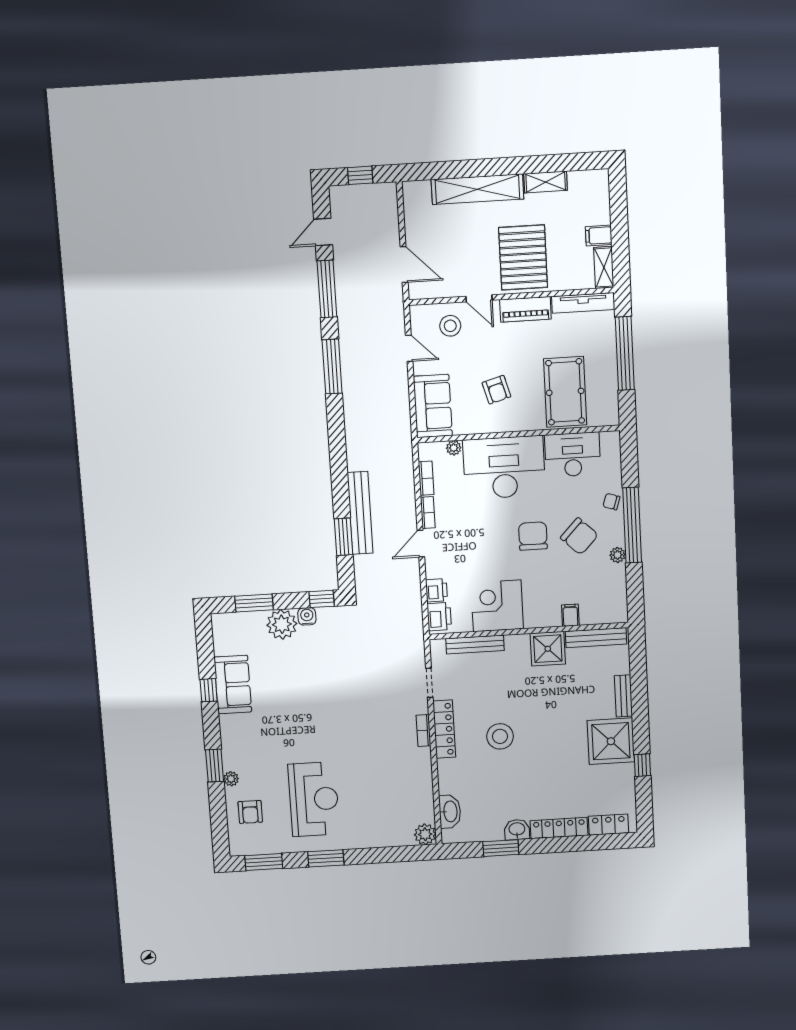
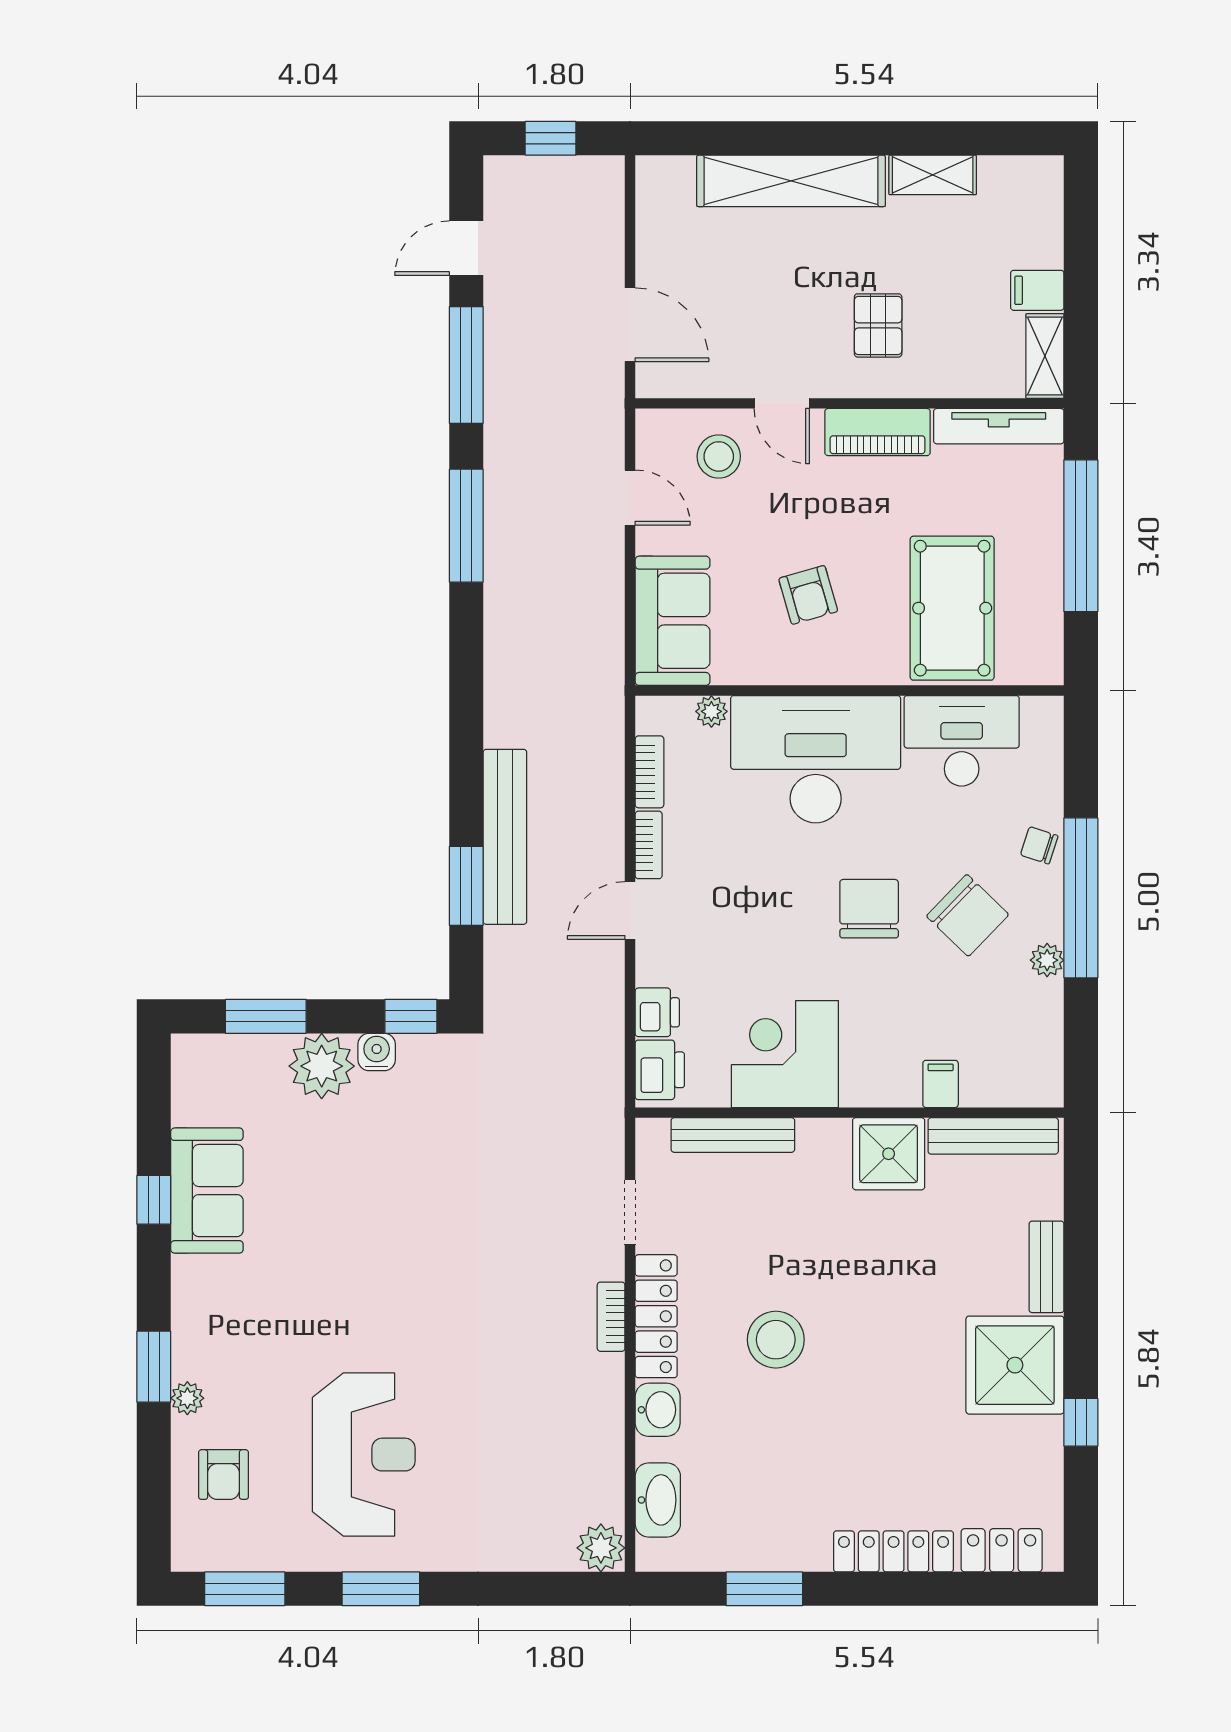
pallet: (523, 258) -> (878, 325), width x0.49, depth x0.50
washbasin: (517, 830) -> (658, 1410), moved, turned 90

